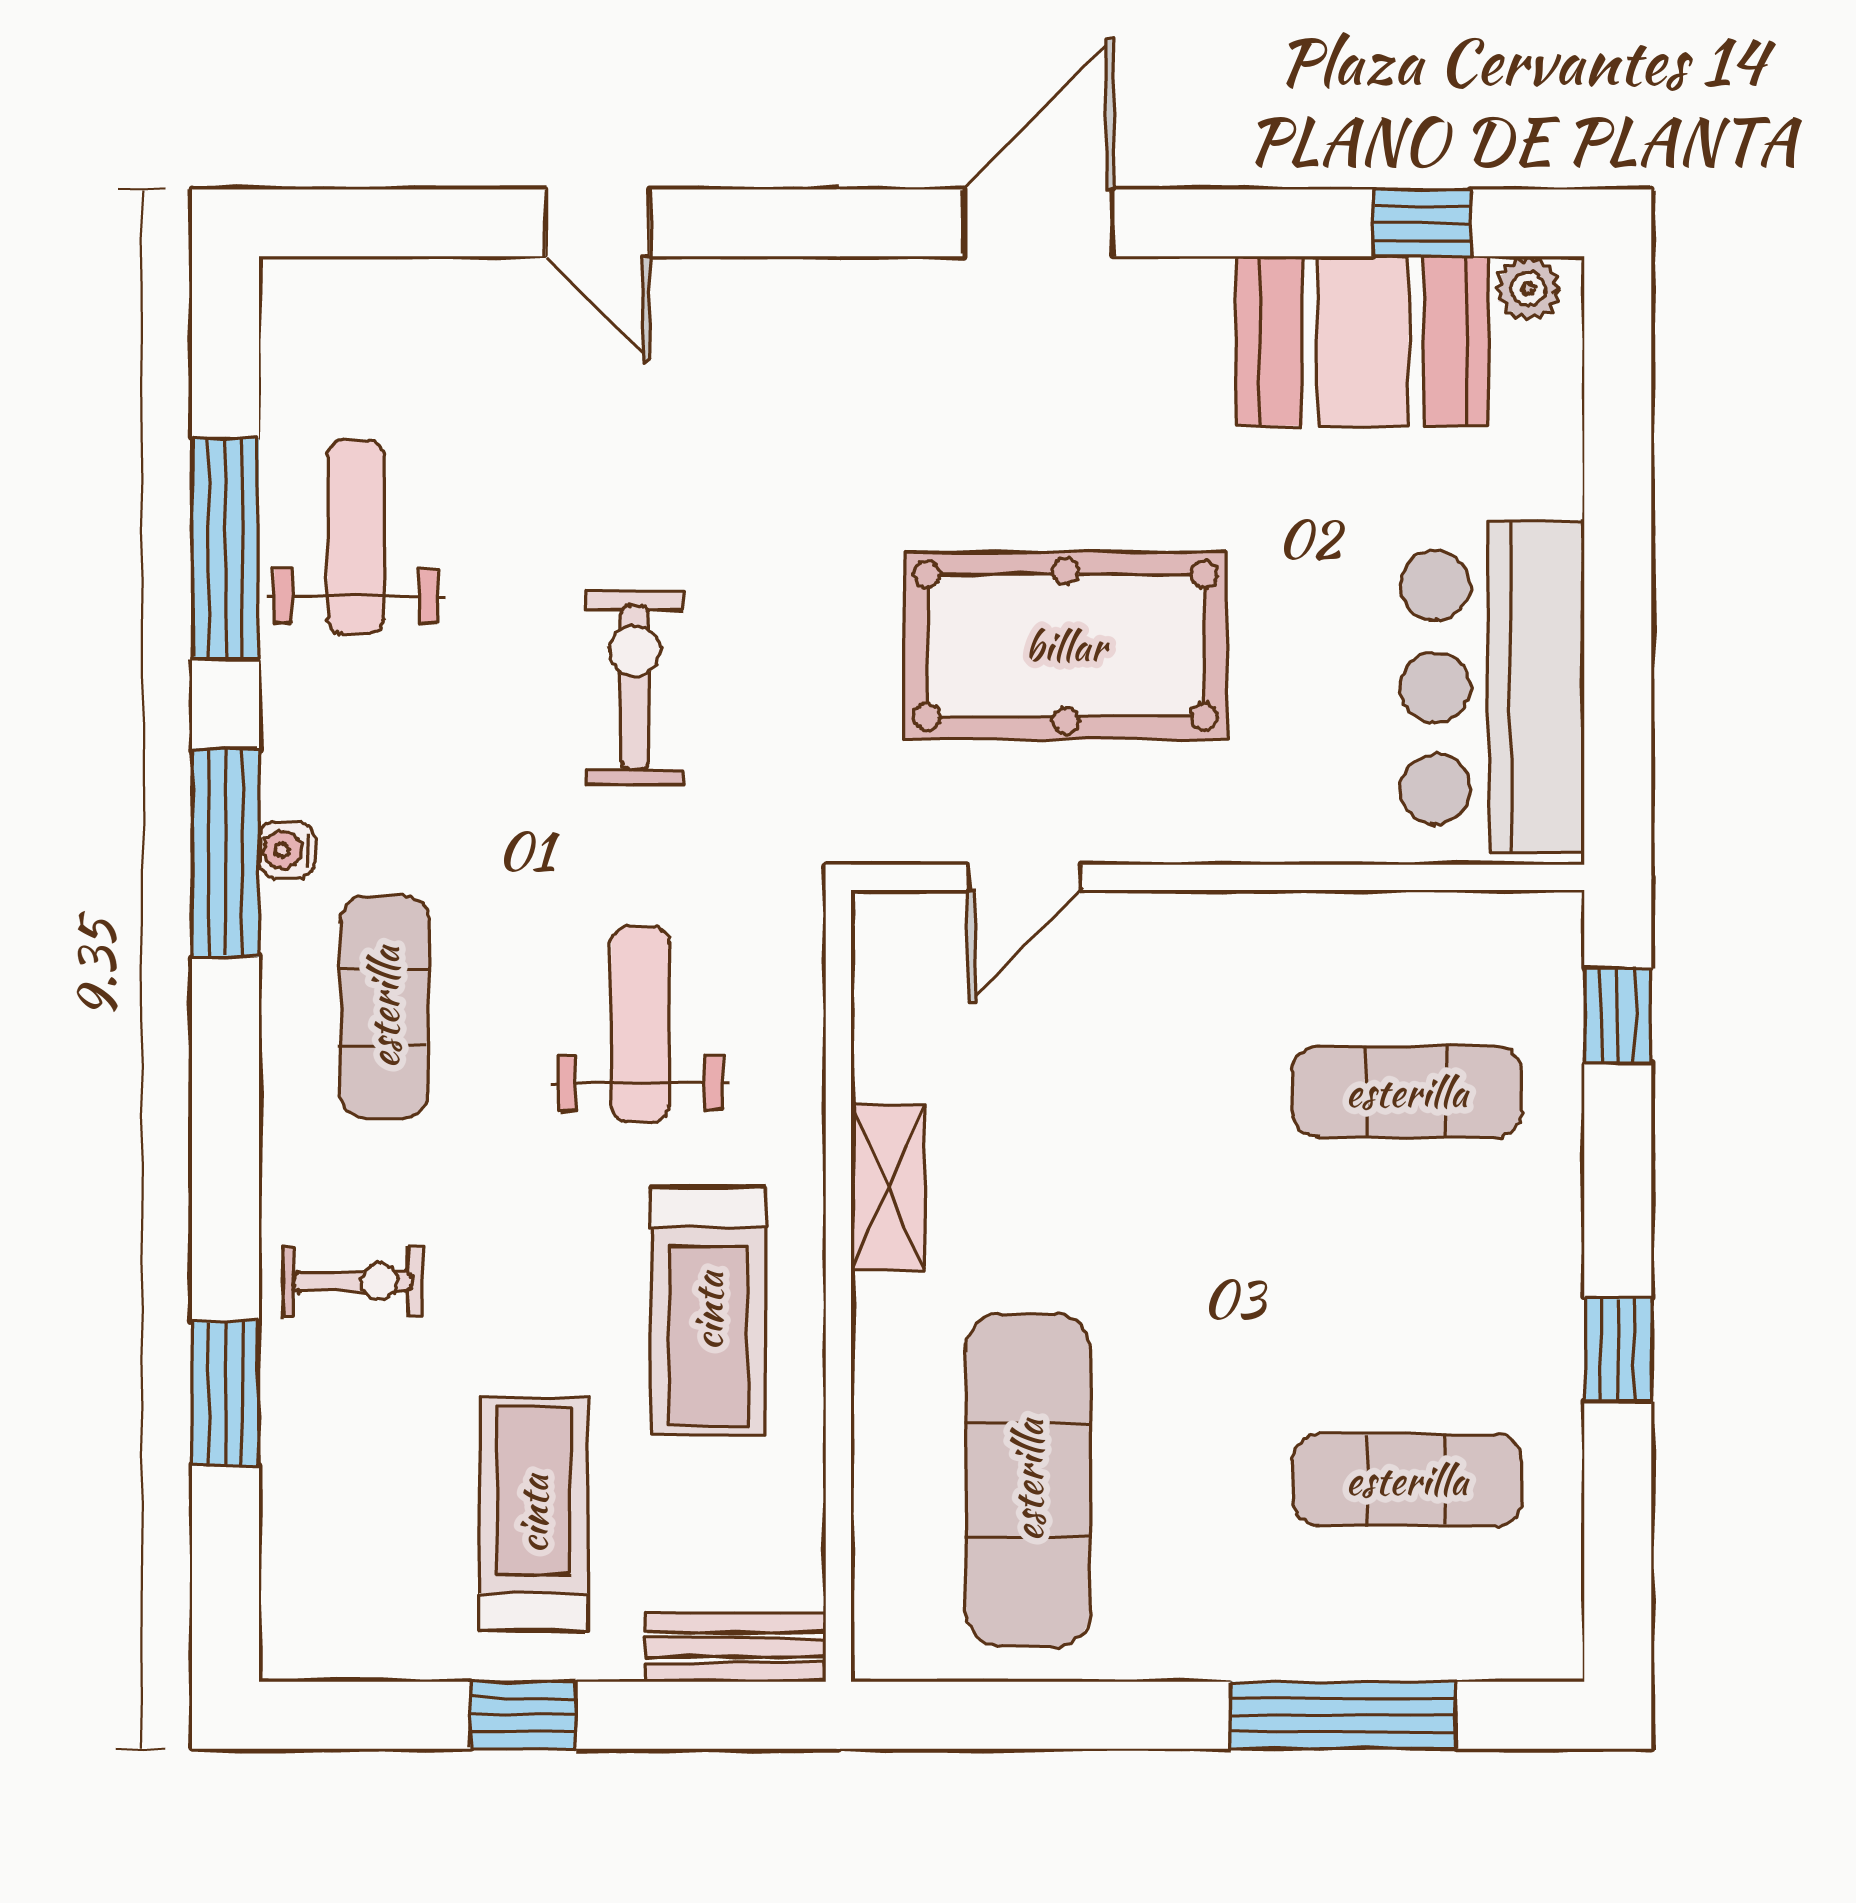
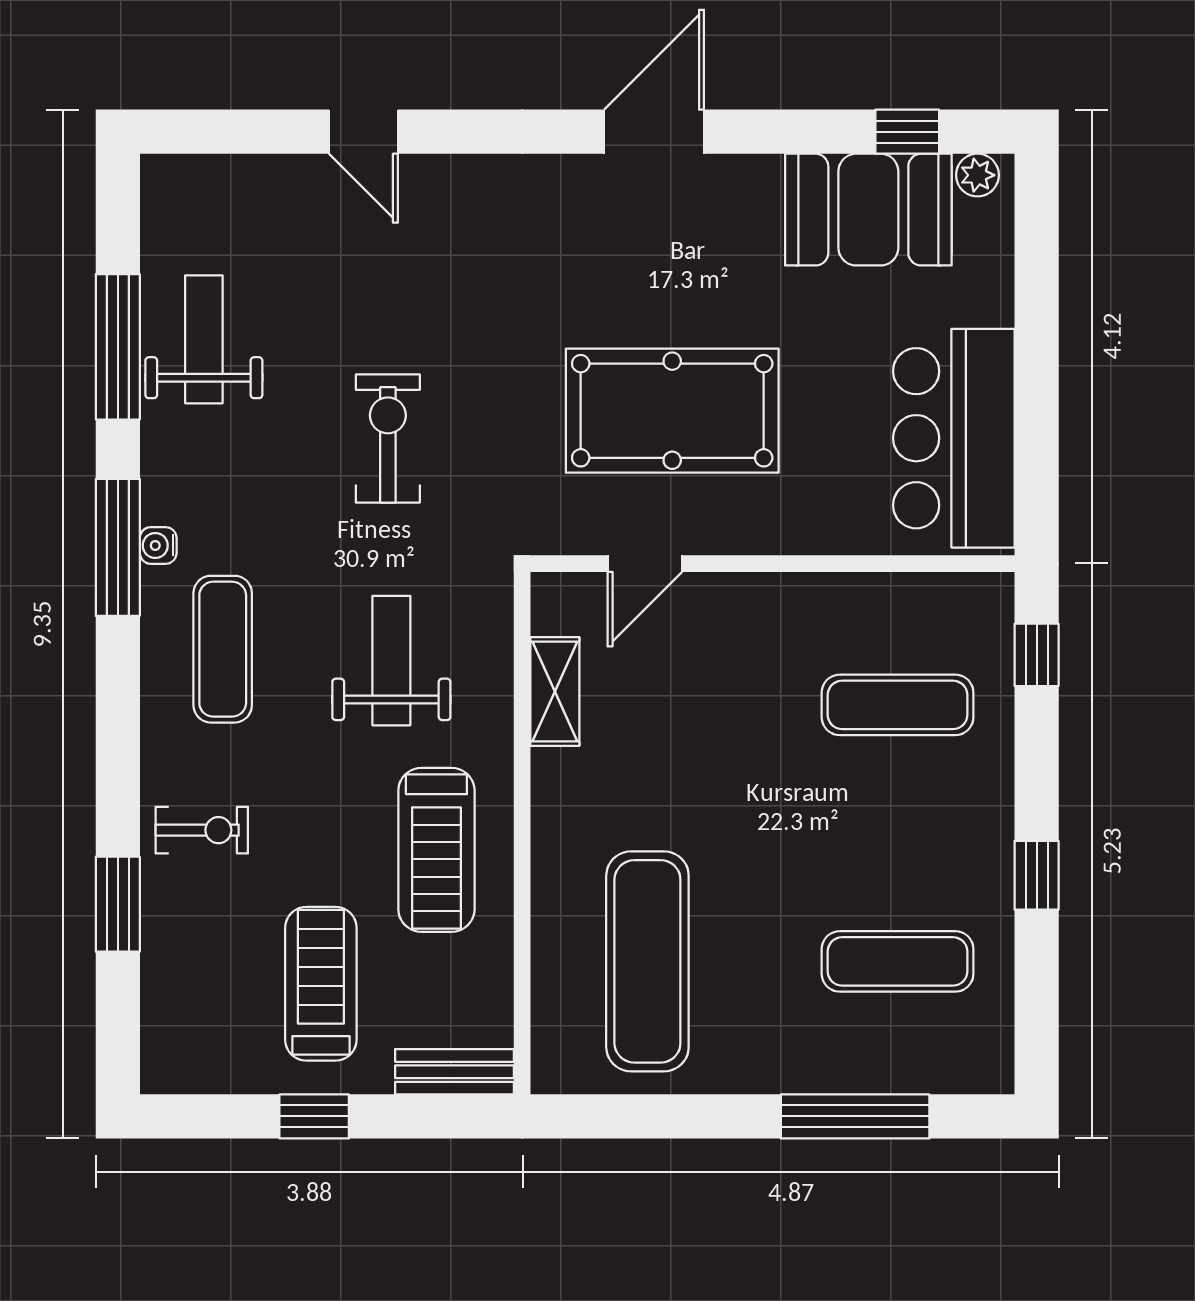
shelving: (888, 1187) -> (555, 691), moved

